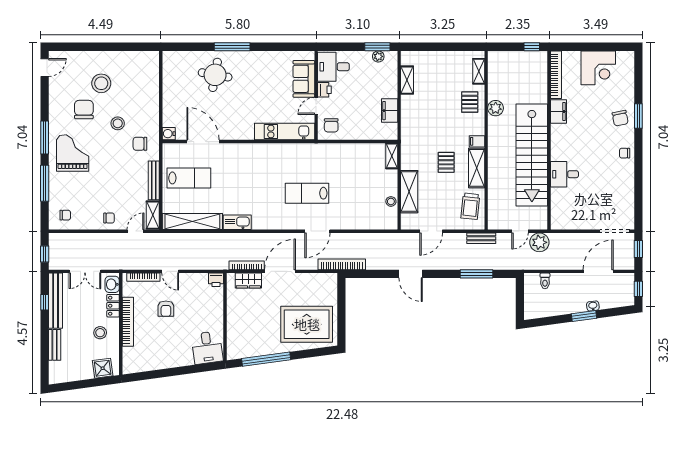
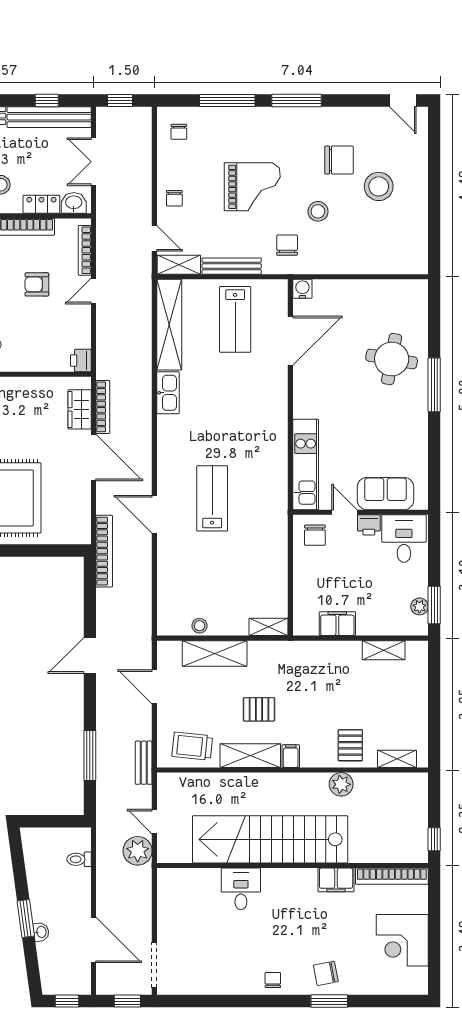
pallet: (470, 102) -> (350, 745), turned 90
chair: (331, 125) -> (315, 535), turned -90
grand piano: (73, 153) -> (252, 187), moved

